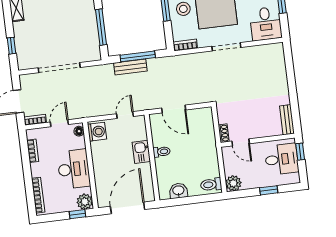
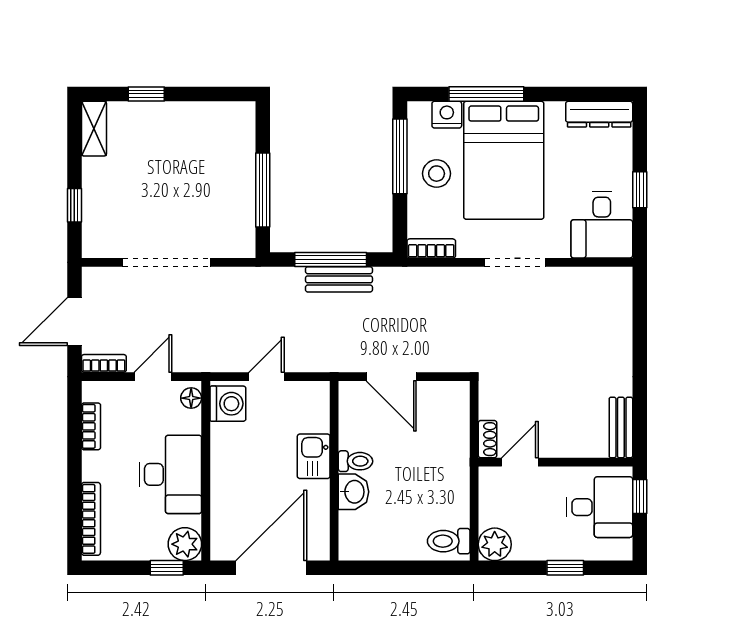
bench: (130, 67) -> (339, 279), moved
door: (125, 115) -> (266, 377), moved
door: (241, 142) -> (520, 462), swing flipped
washbasin: (178, 191) -> (354, 492), moved, turned 90

